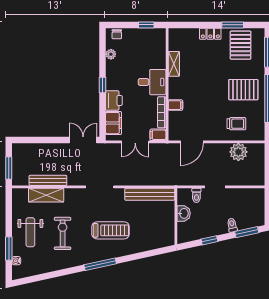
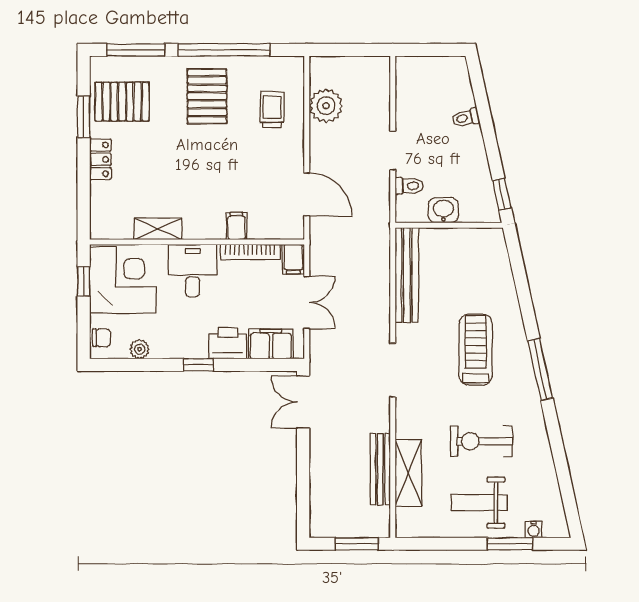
corner desk: (147, 45) -> (123, 280), added
weight bench: (30, 232) -> (479, 503), turned 180
window: (247, 232) -> (479, 90), removed
window: (209, 240) -> (502, 194), moved

